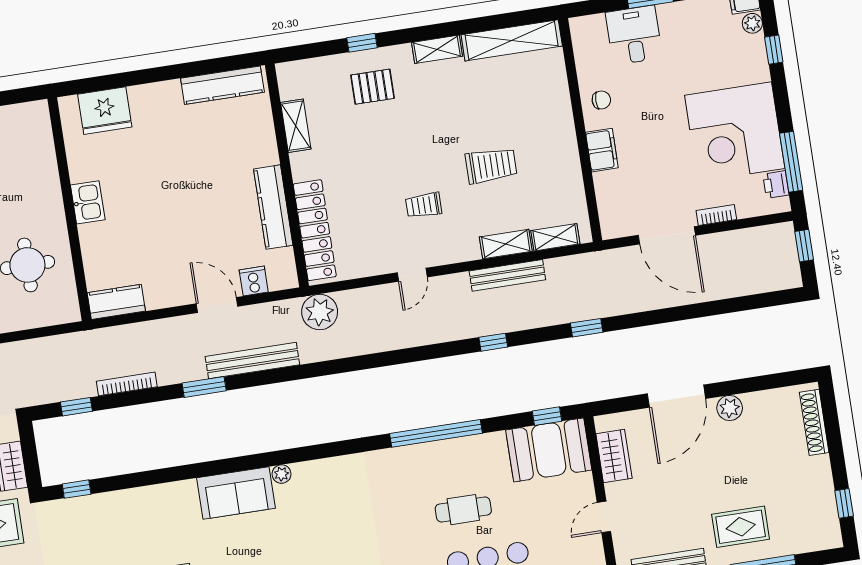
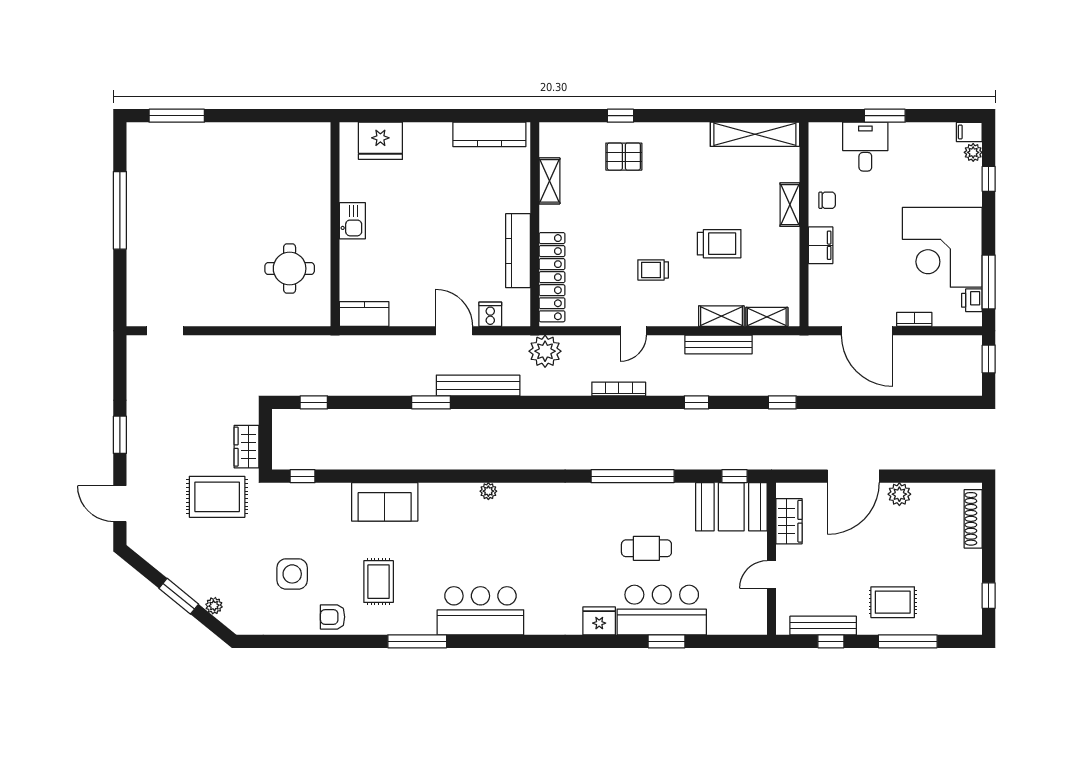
shelving: (437, 49) -> (790, 205), moved, turned 90
bookcase: (127, 384) -> (619, 389), moved
sofa: (236, 493) -> (385, 502), moved

